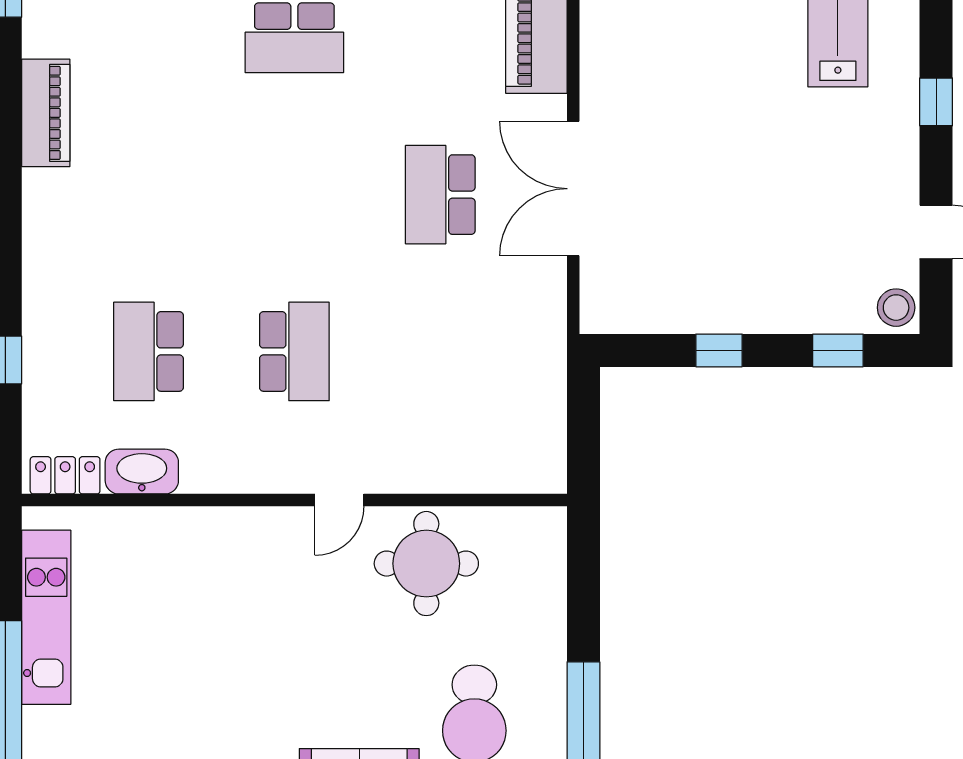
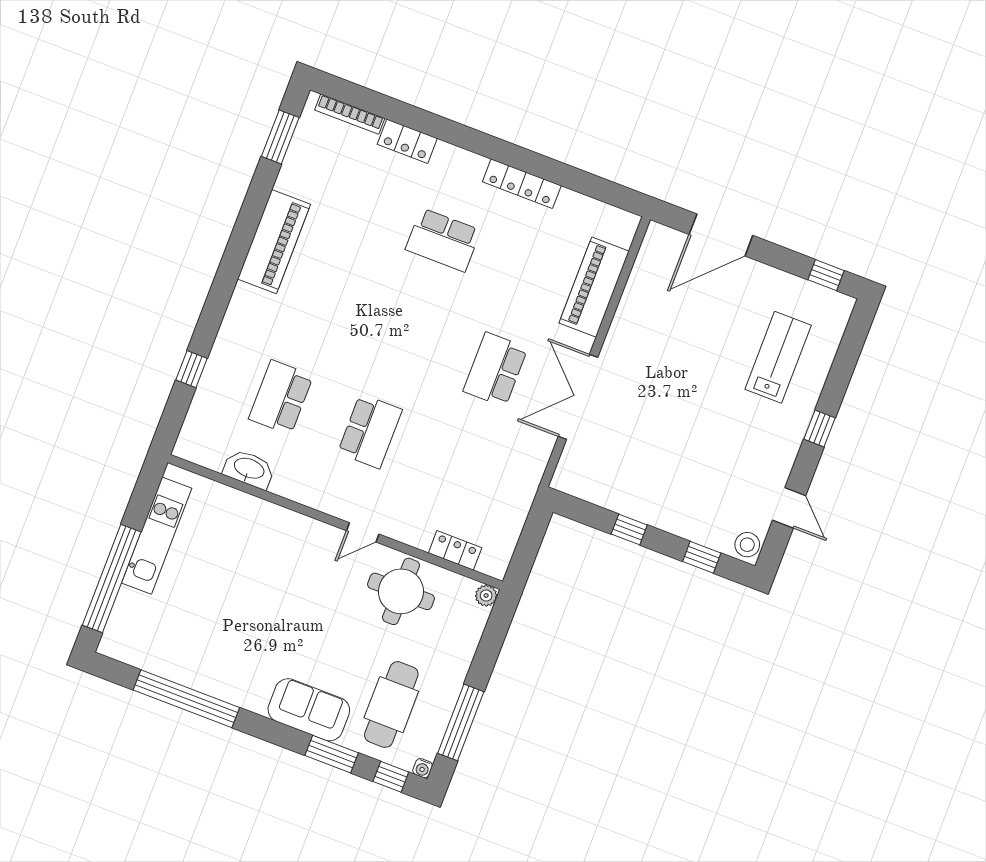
piano: (46, 113) -> (274, 242), width x1.37, depth x1.33
locker: (65, 475) -> (455, 550), moved
plant: (550, 523) -> (486, 596), added

